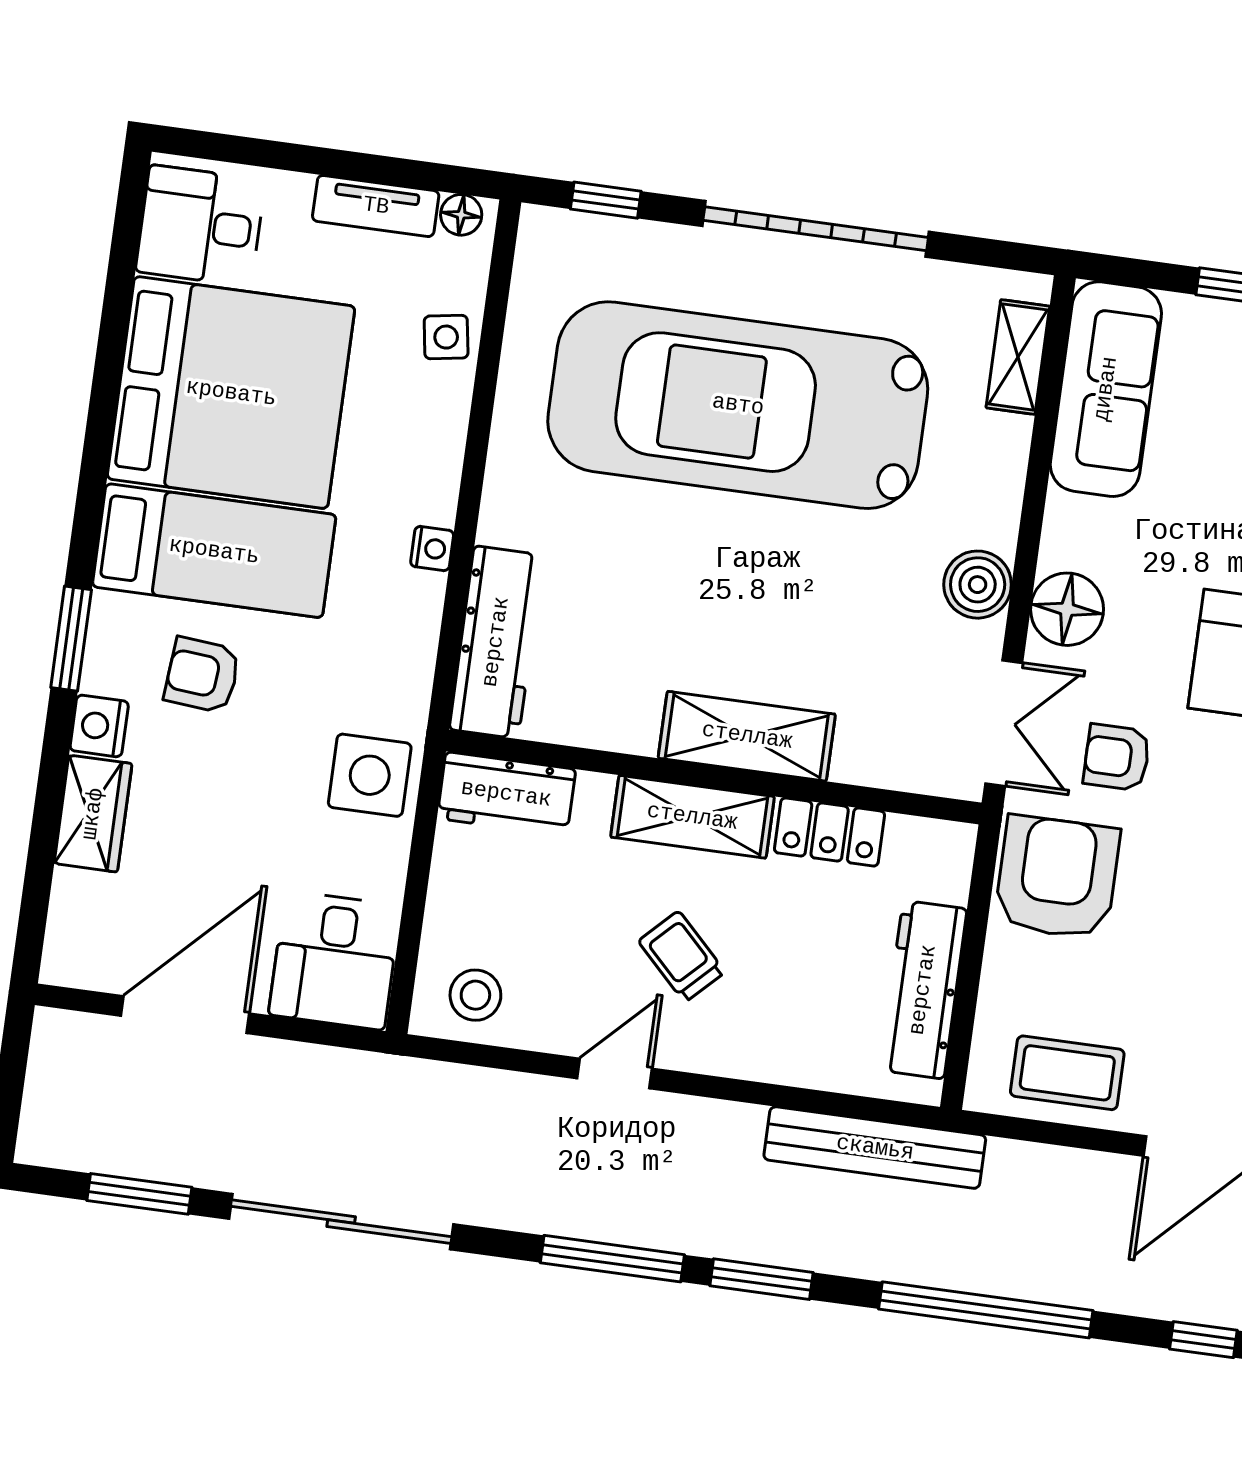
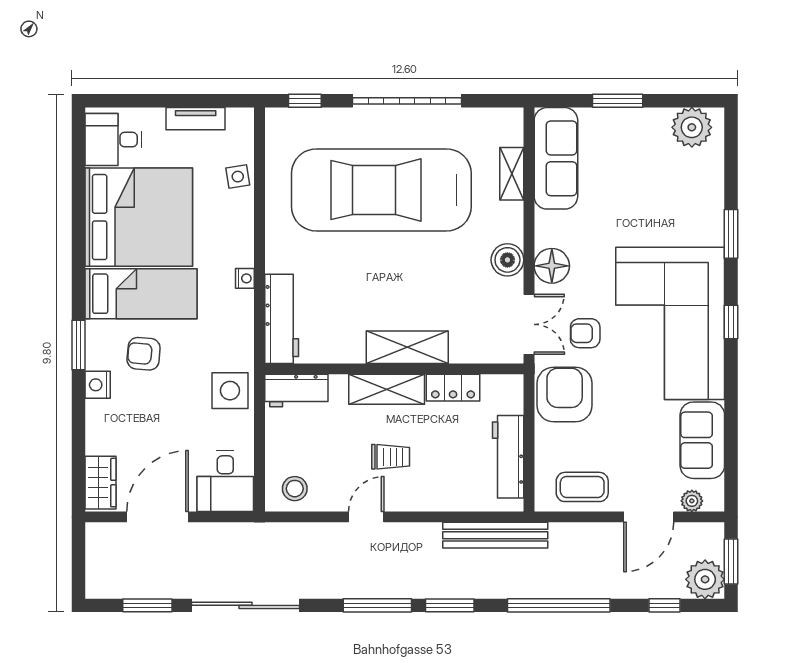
floor lamp: (461, 215) -> (237, 117), removed
shelving: (1018, 357) -> (512, 174), moved
wardrobe: (93, 814) -> (101, 483), moved
trolley: (682, 957) -> (391, 457), turned 135

